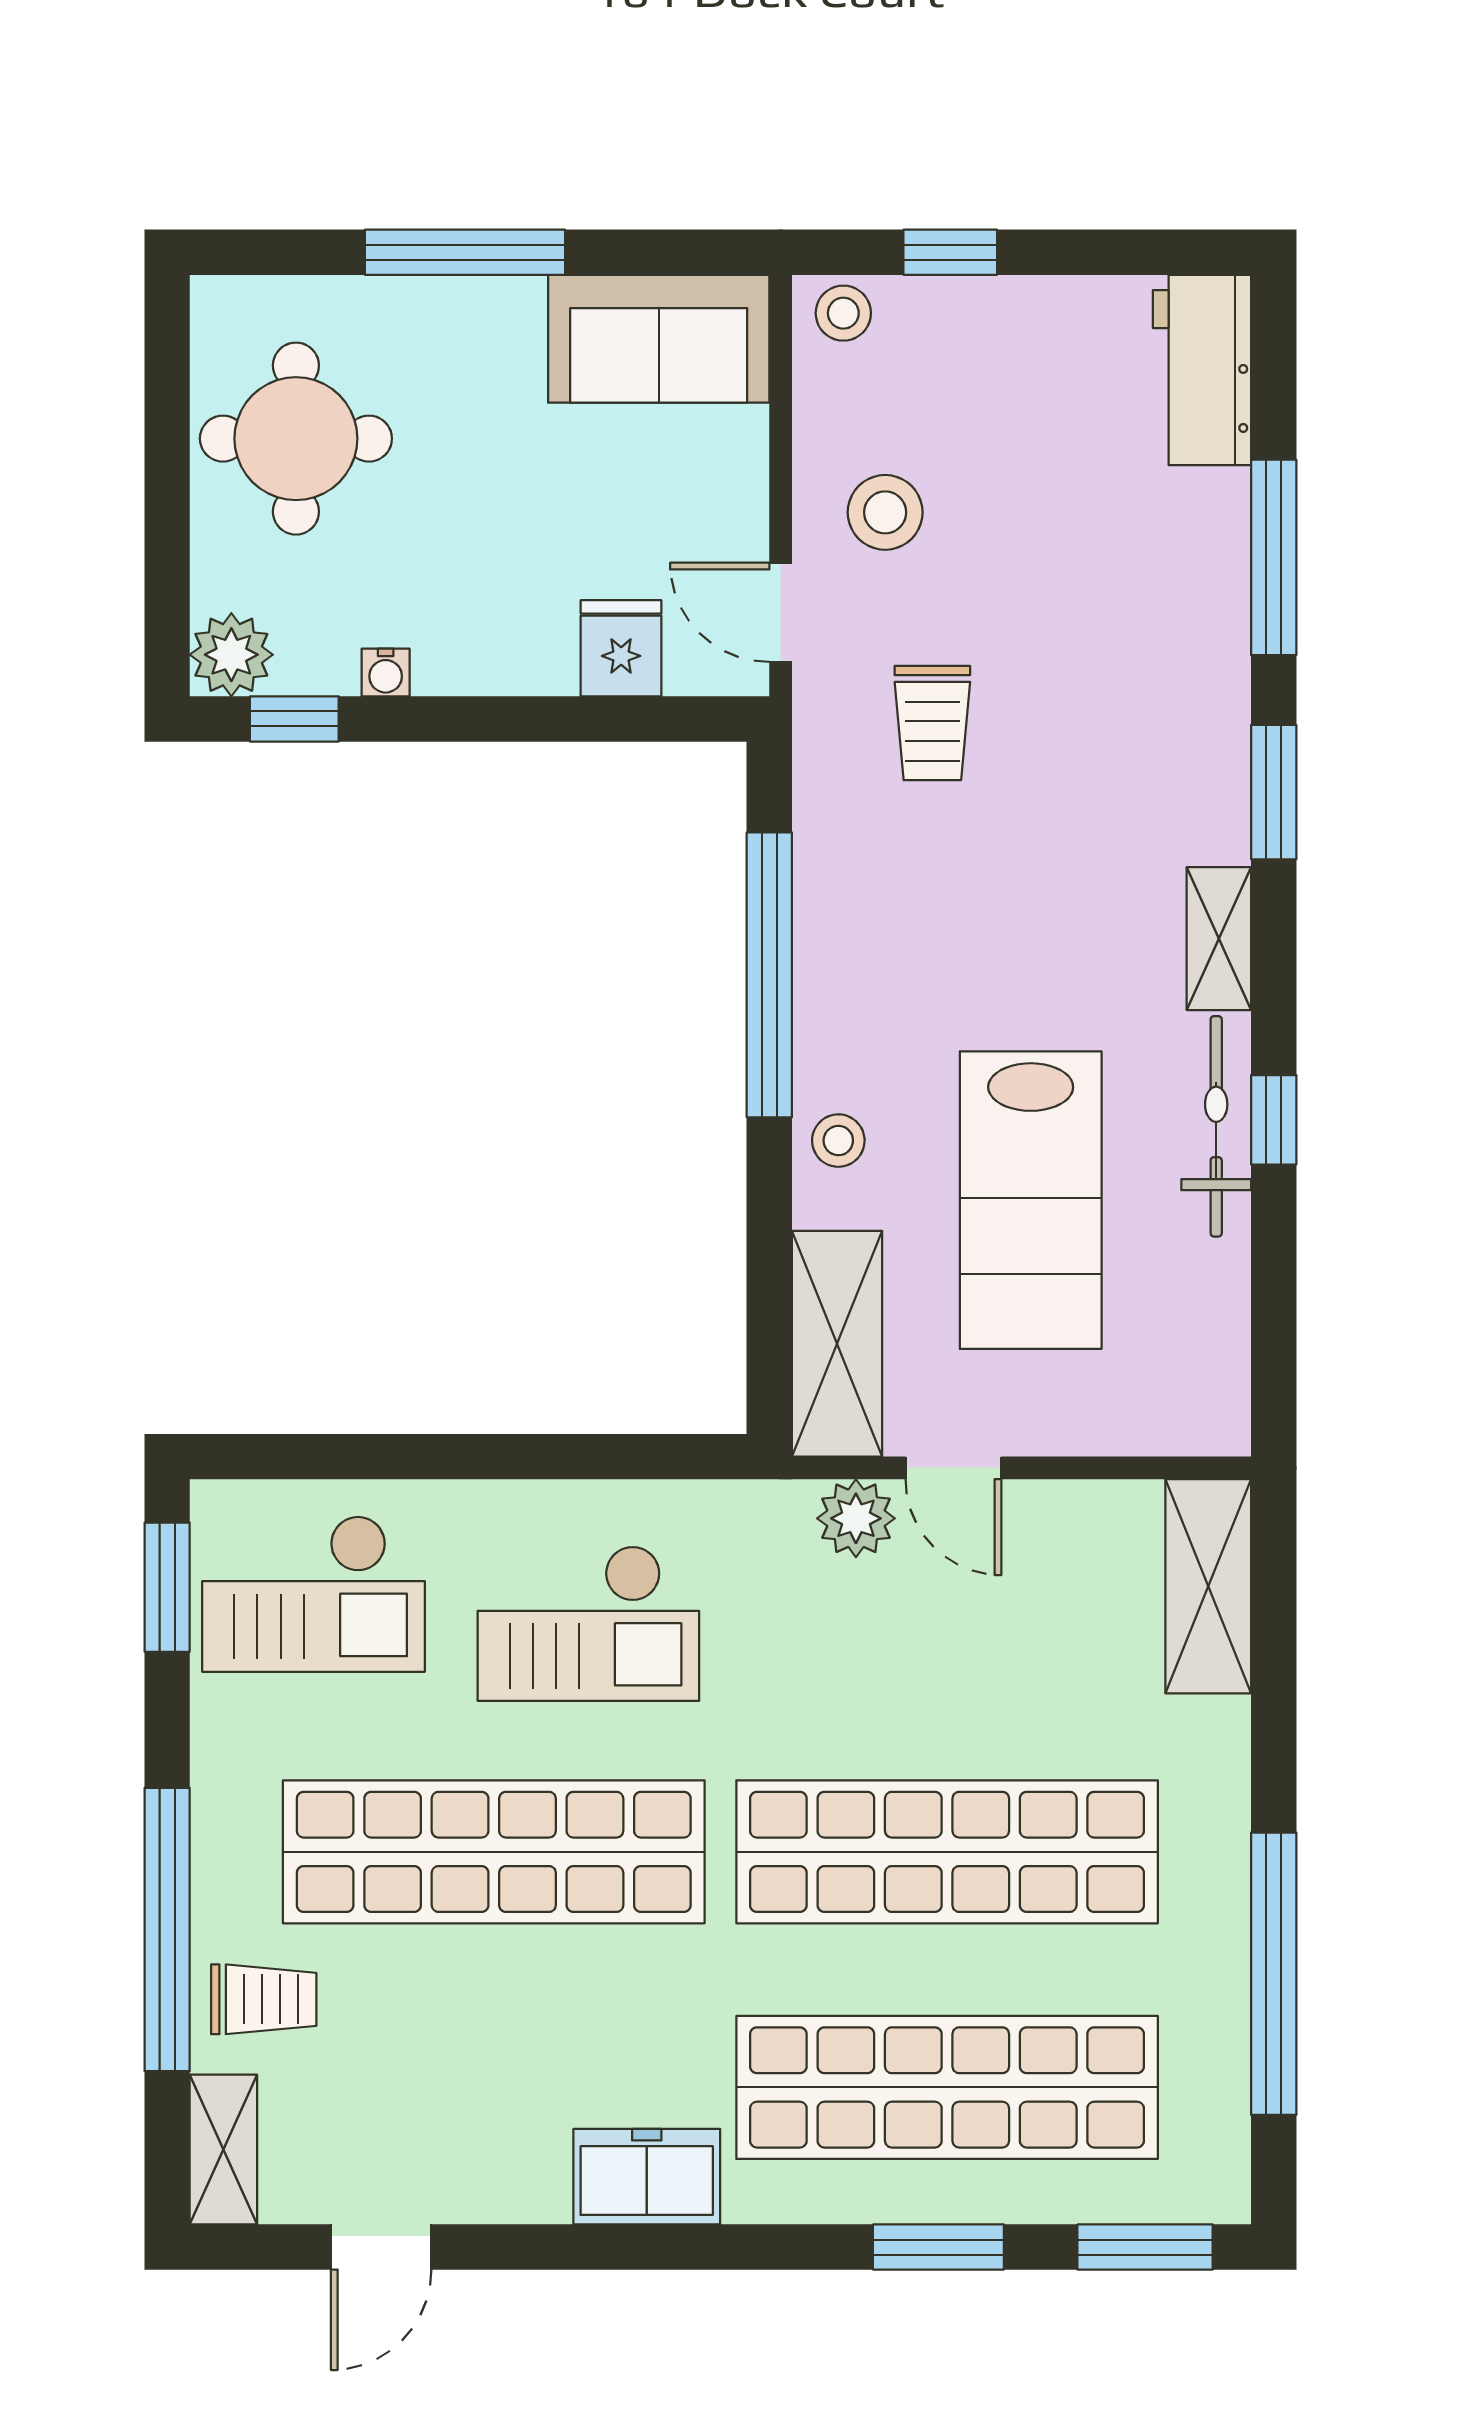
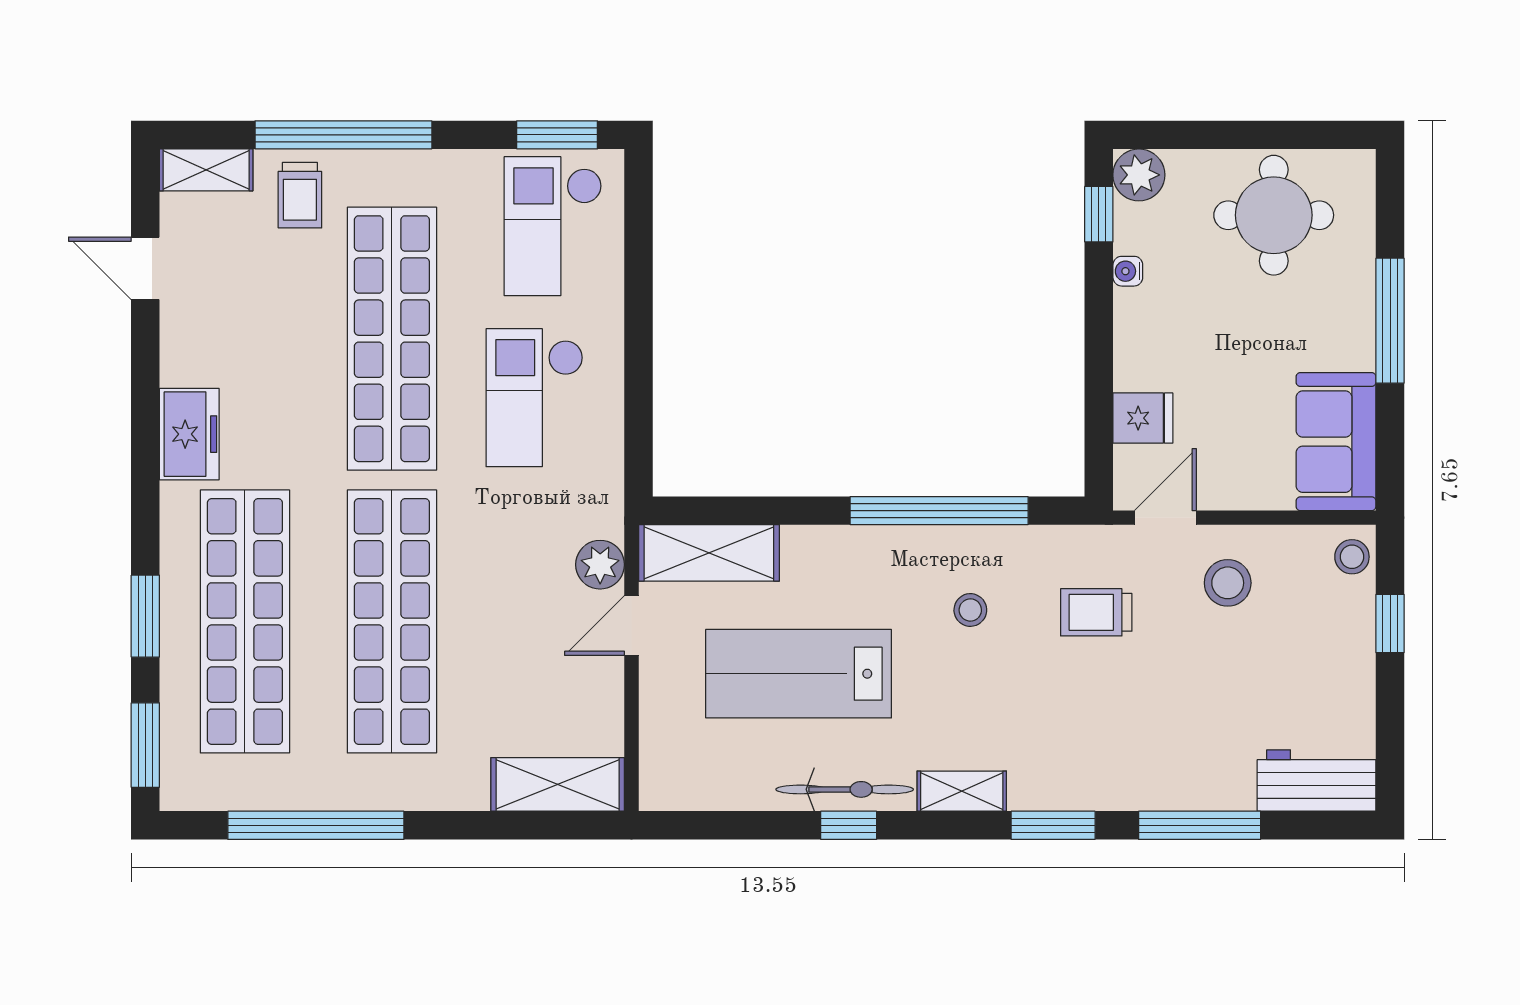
stool: (838, 1141) -> (970, 610), moved

